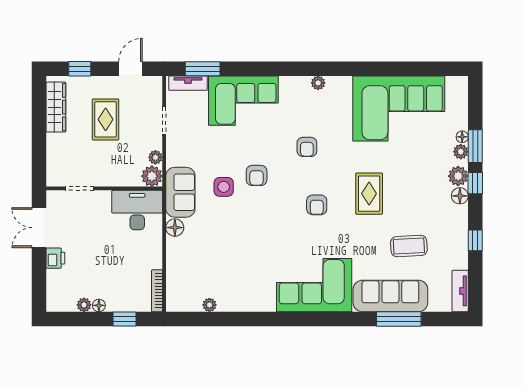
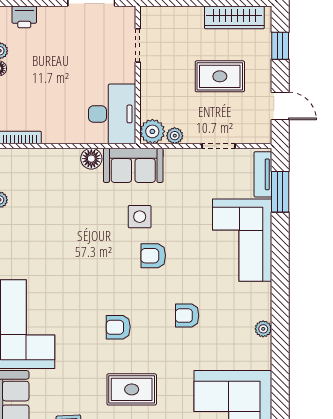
printer: (55, 258) -> (24, 17), moved

